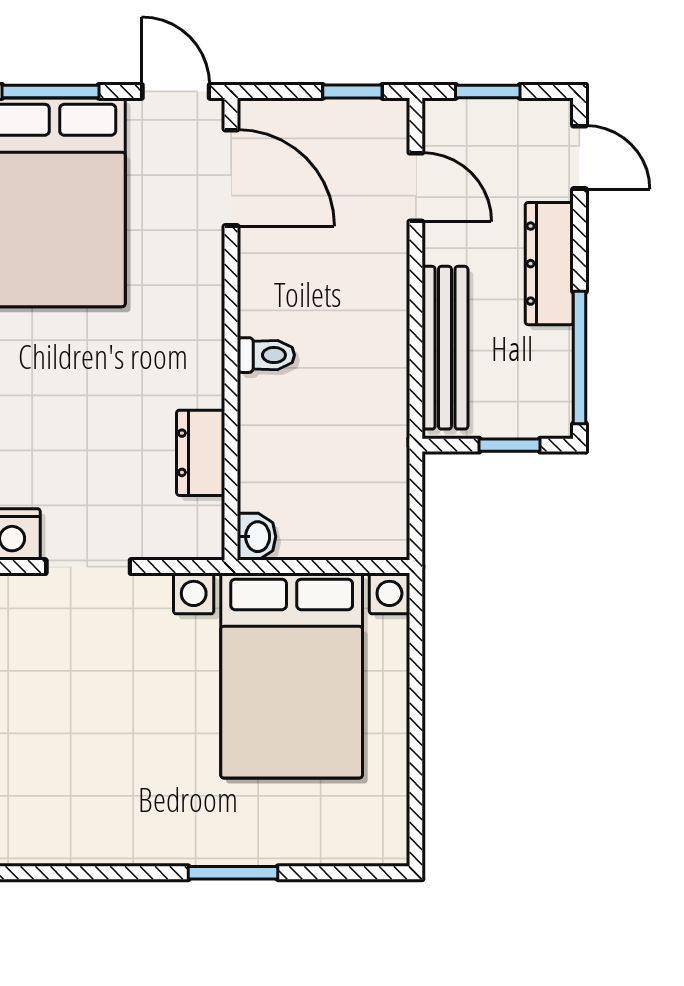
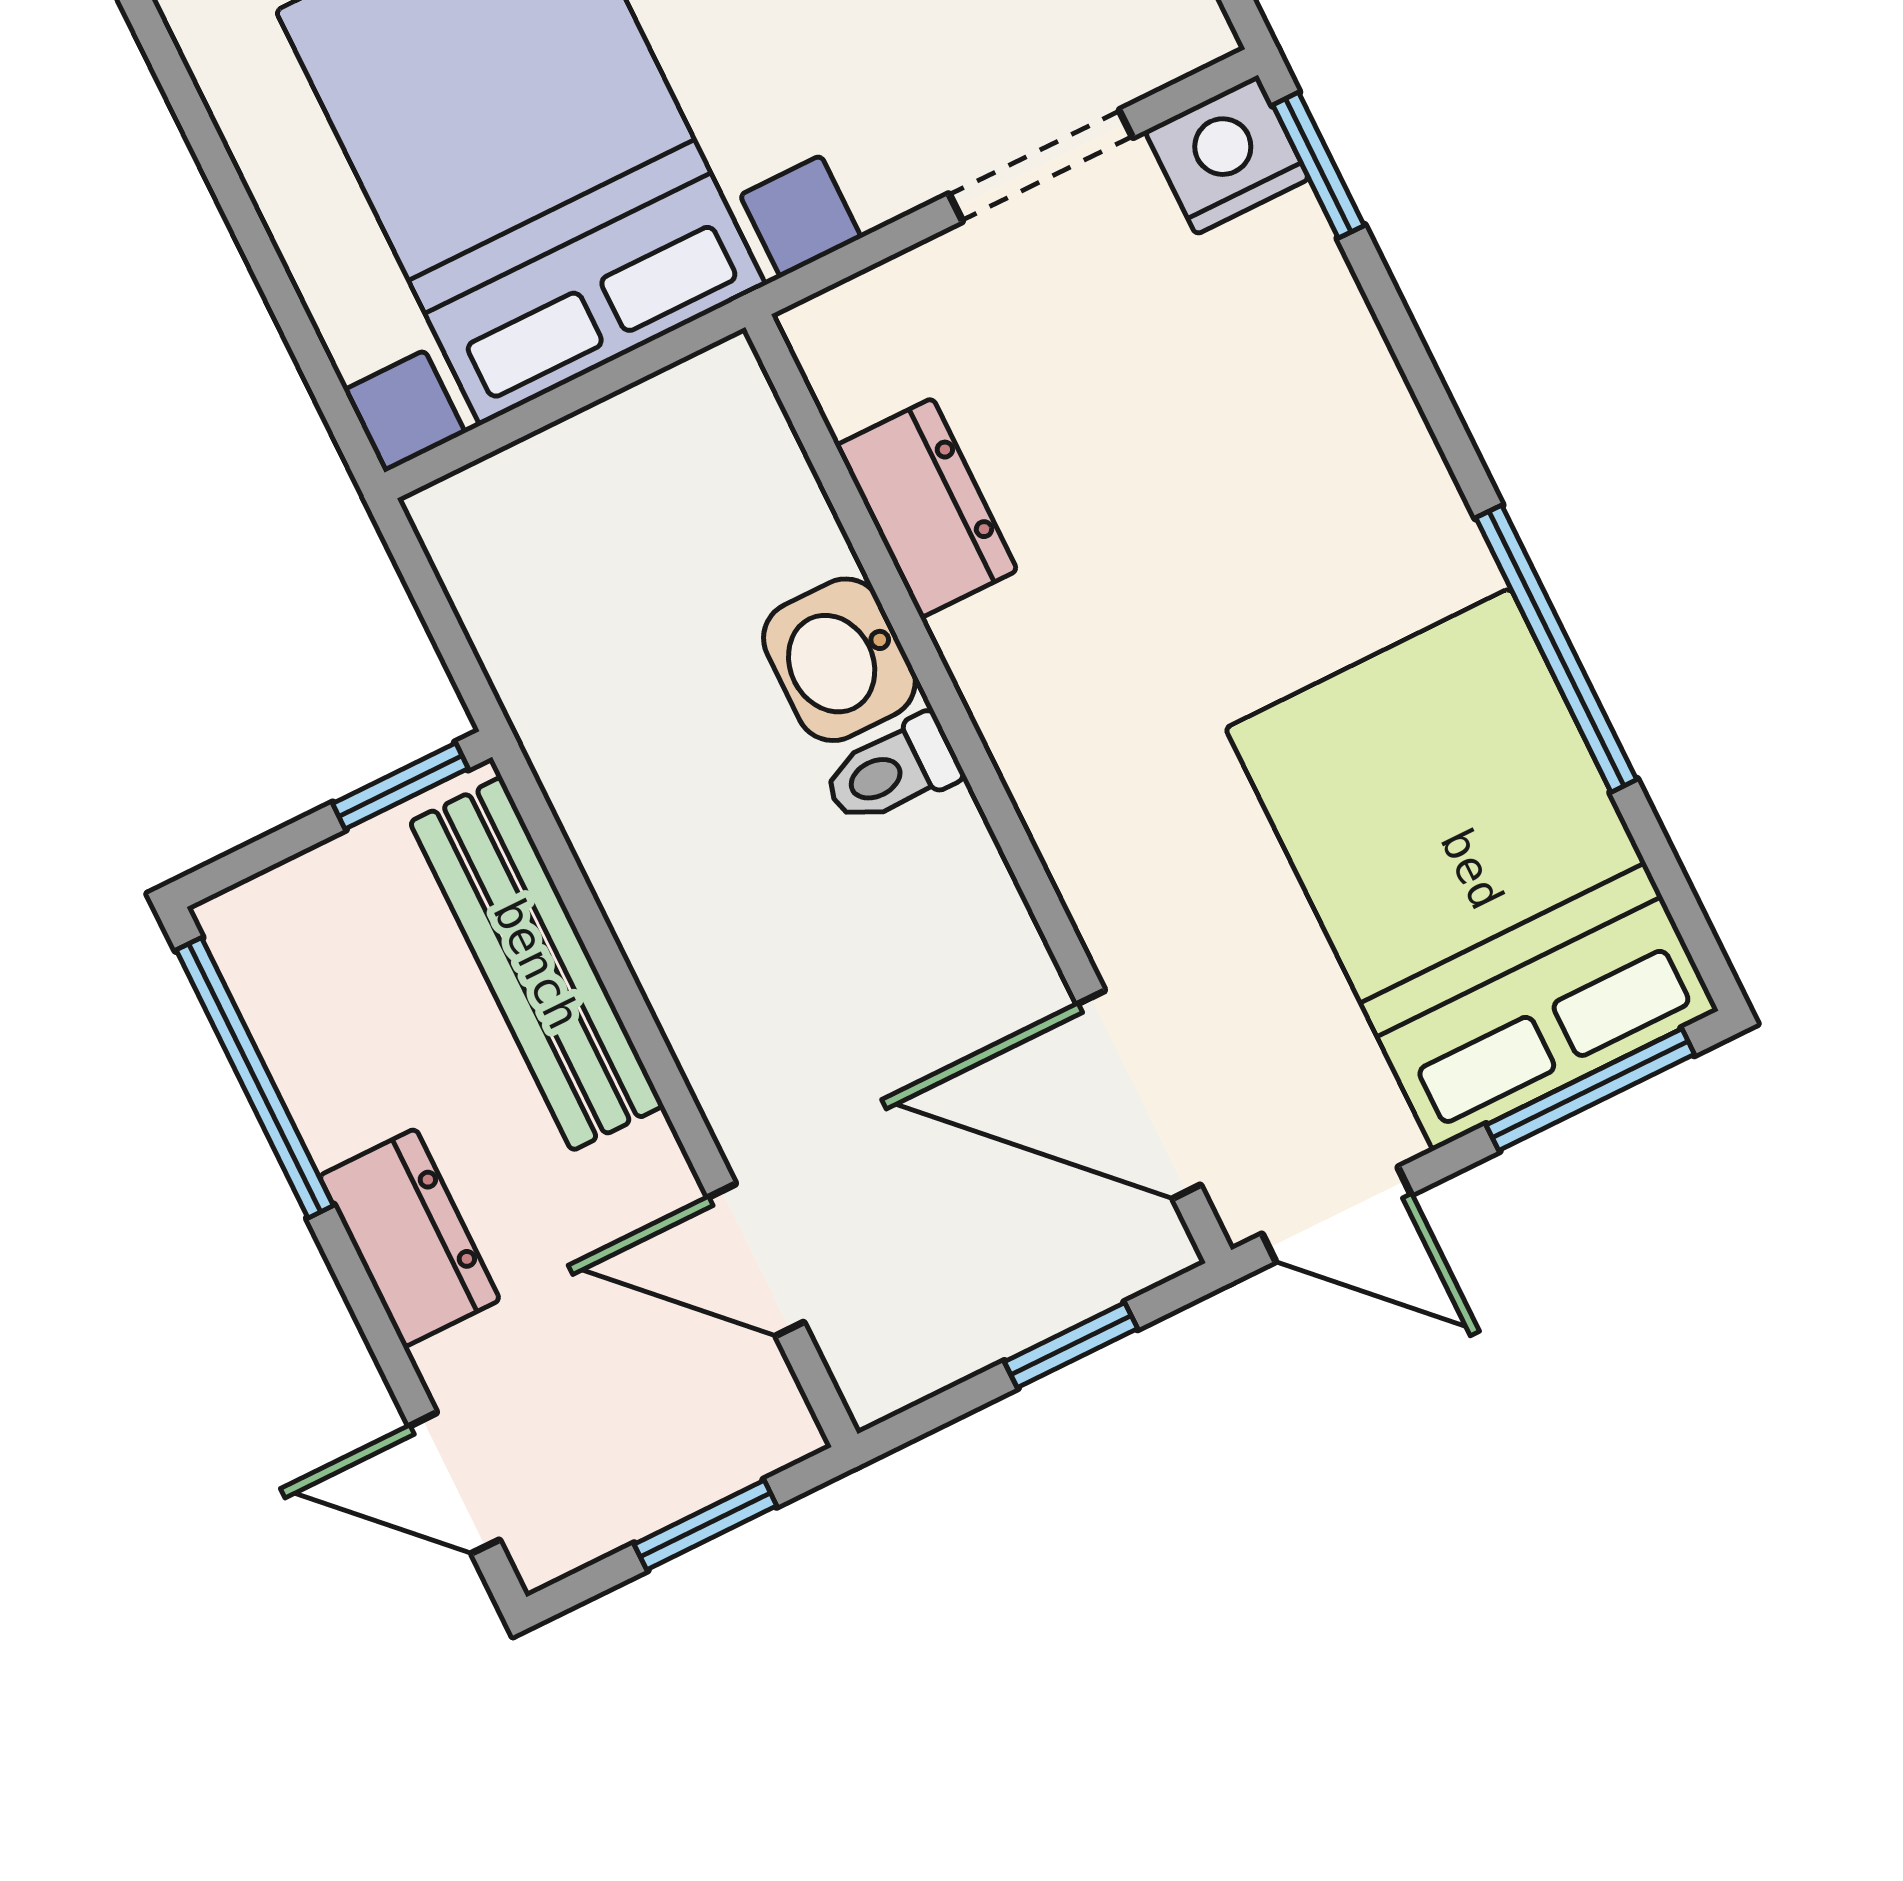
window: (352, 91) -> (1071, 1345), moved
dresser: (549, 264) -> (410, 1238), width x0.70
window: (510, 445) -> (400, 786), moved
washbasin: (256, 537) -> (839, 660), moved, width x1.38, depth x1.45

